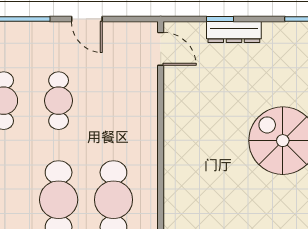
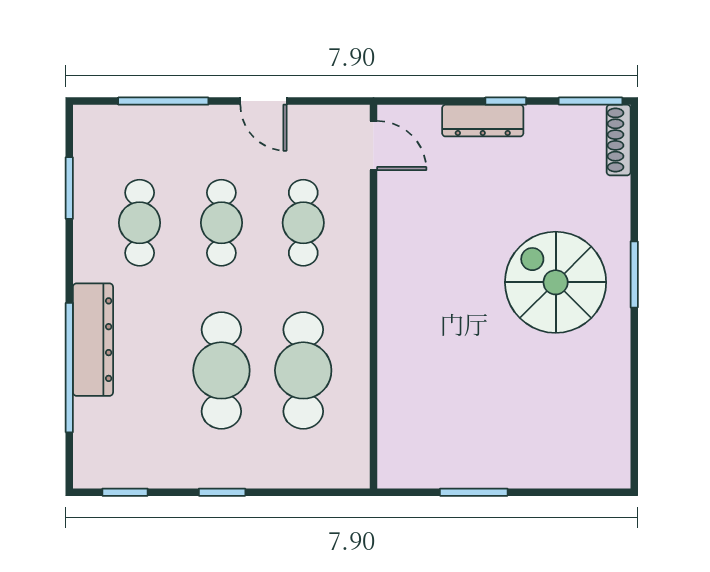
window: (220, 19) -> (506, 101), moved
cafe table: (113, 101) -> (303, 223), added

